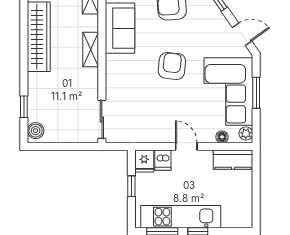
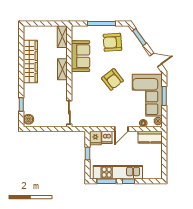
armchair: (172, 66) -> (112, 79), turned 136
door: (186, 146) -> (121, 129), swing flipped

